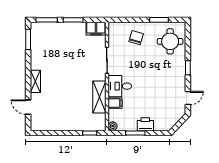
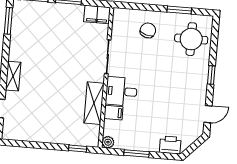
printer: (145, 124) -> (170, 145), moved

